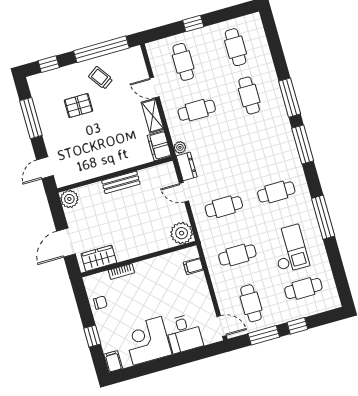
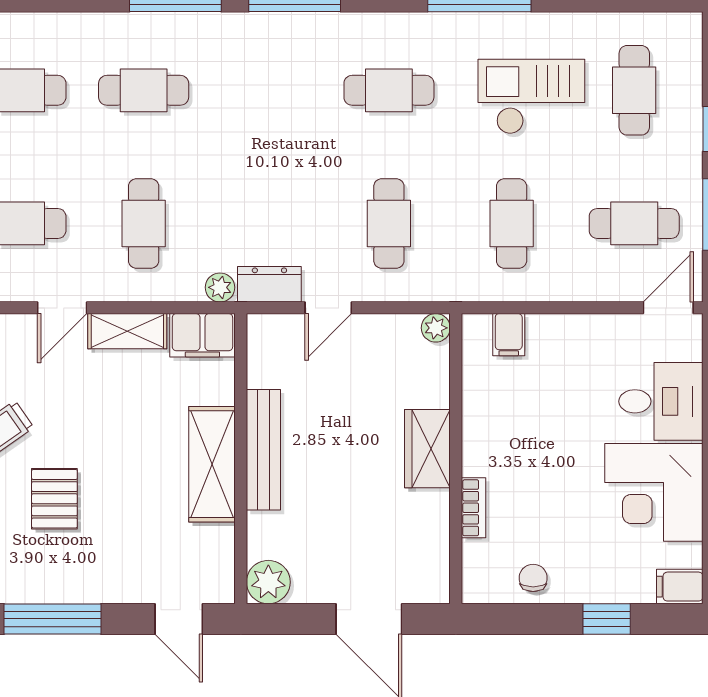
shelving: (110, 164) -> (212, 464), added
bench: (121, 182) -> (263, 450), width x1.36
cafe table: (276, 192) -> (389, 90), turned 90
plant: (182, 233) -> (436, 328), width x0.53, depth x0.53
wardrobe: (99, 258) -> (427, 449), moved

